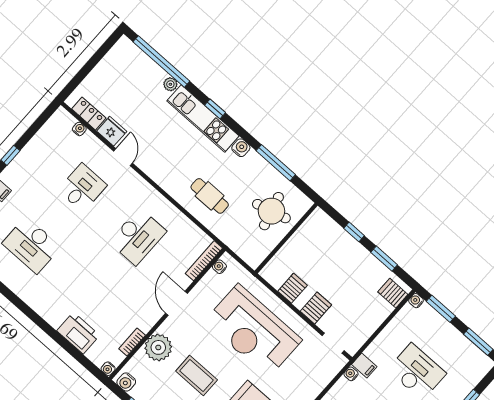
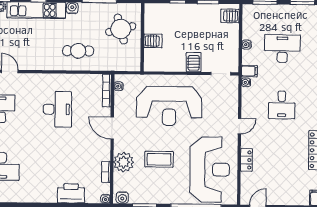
server rack: (293, 288) -> (153, 41), moved, turned 90
water cooler: (416, 301) -> (246, 45), moved

